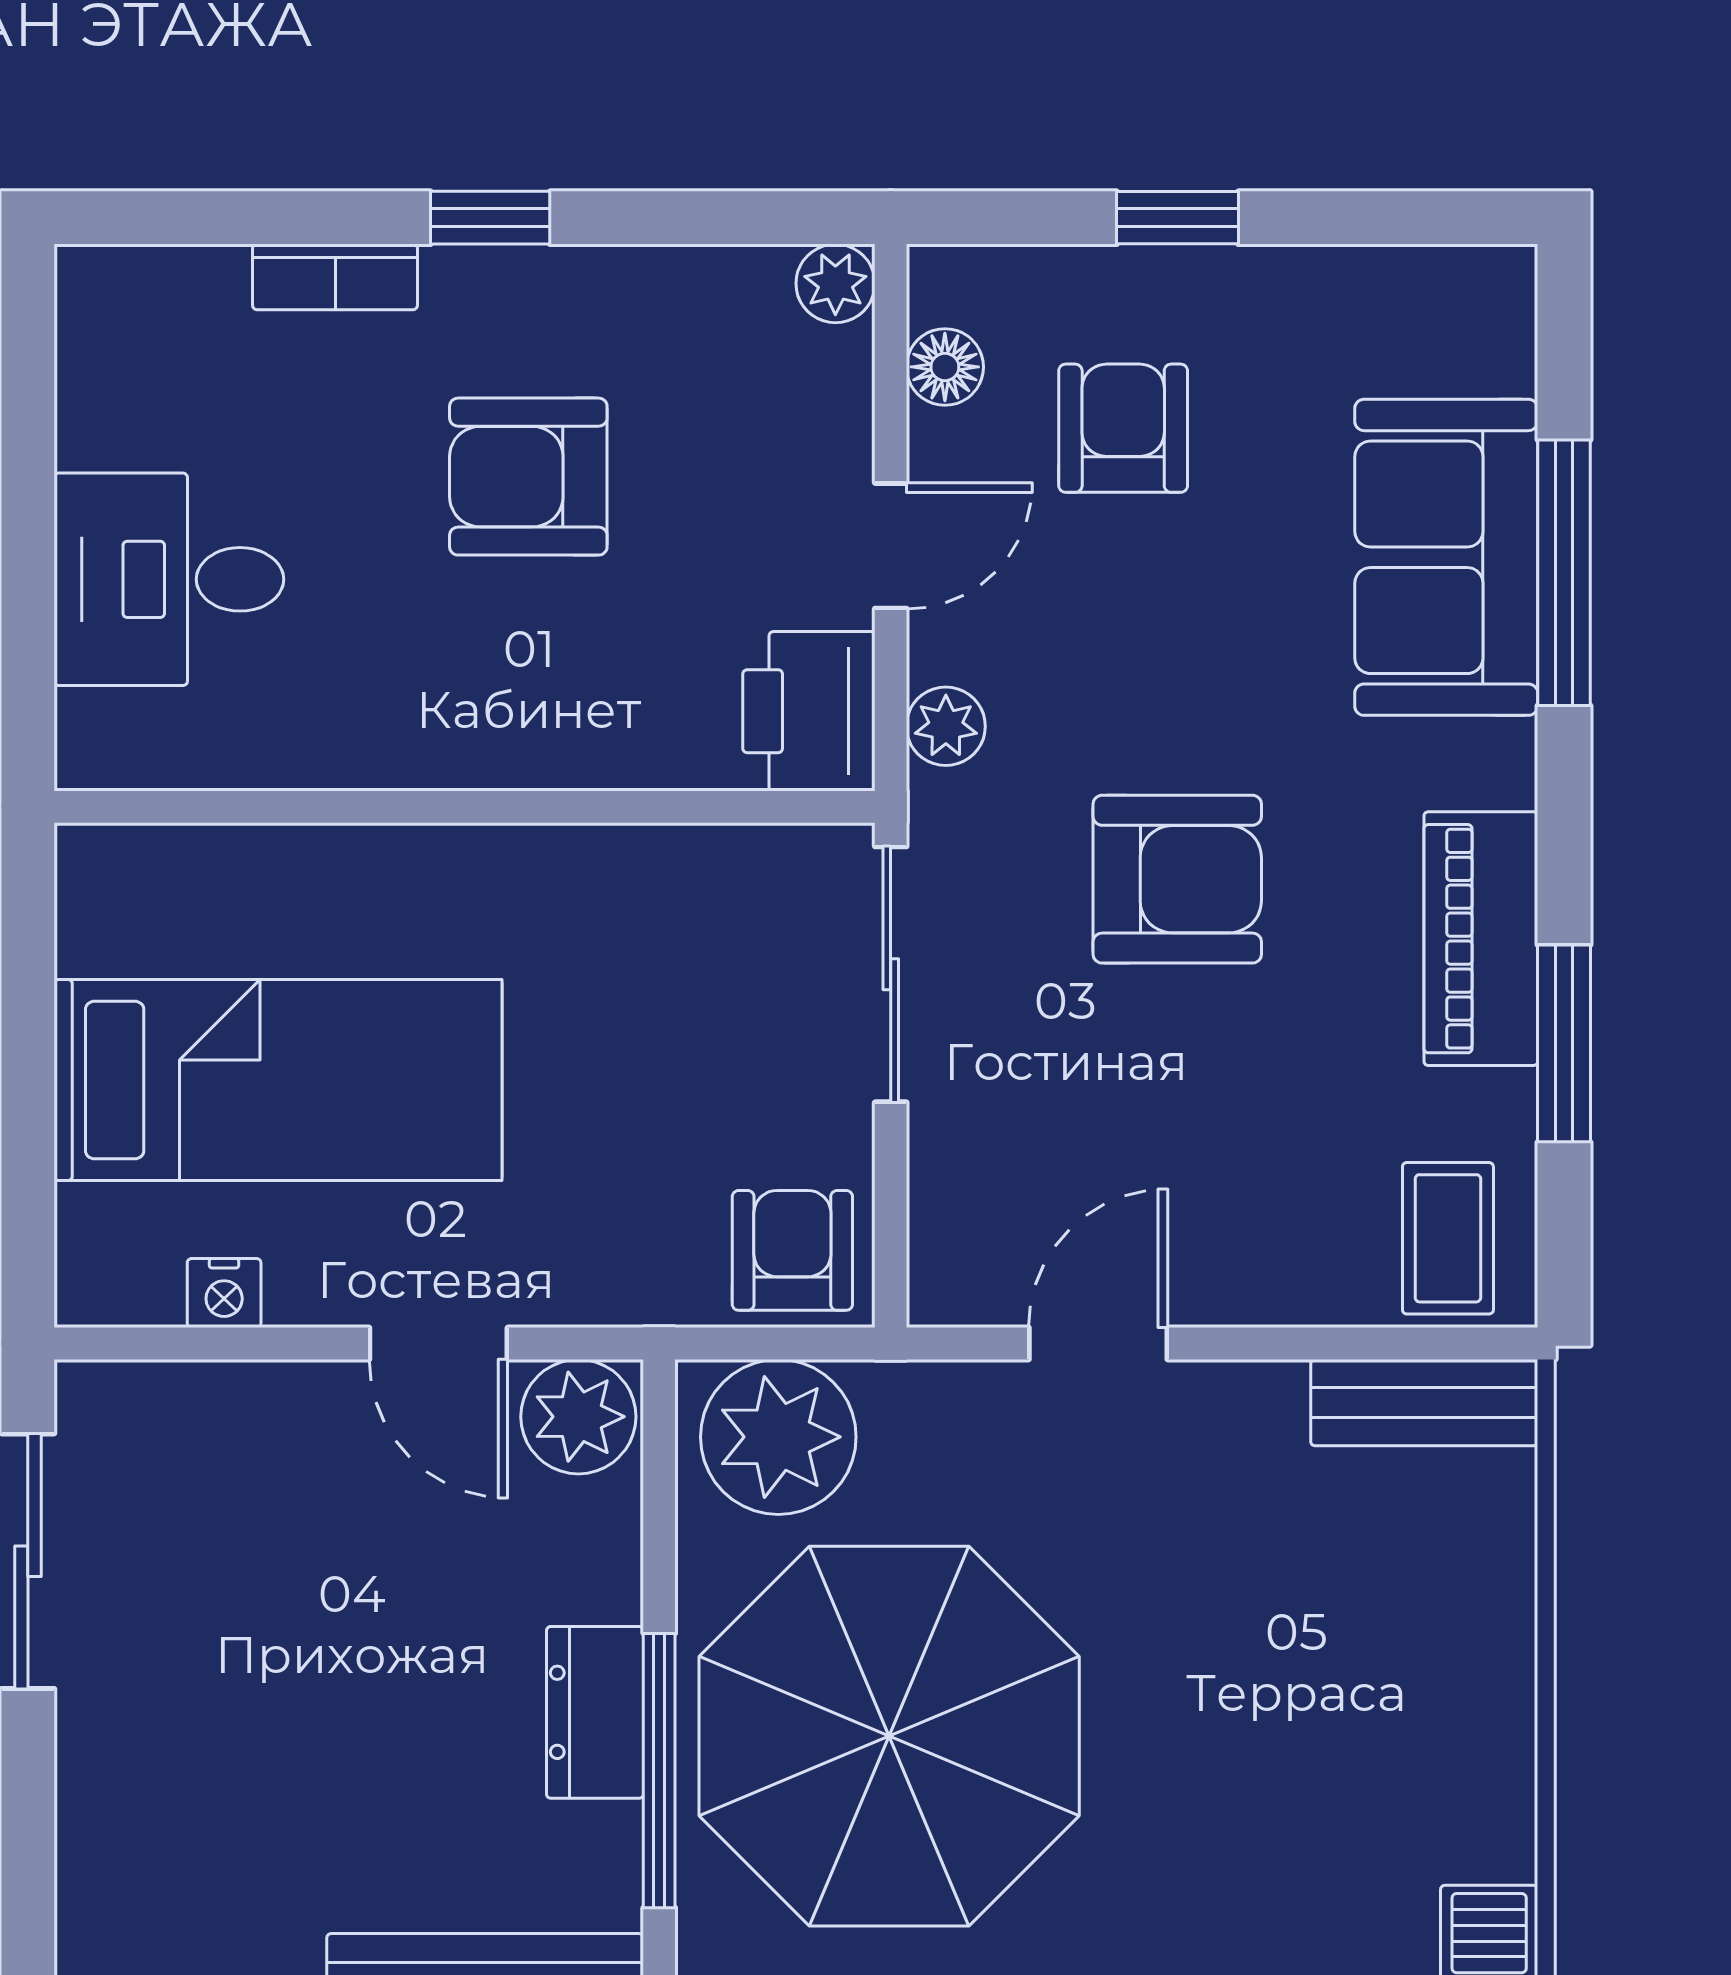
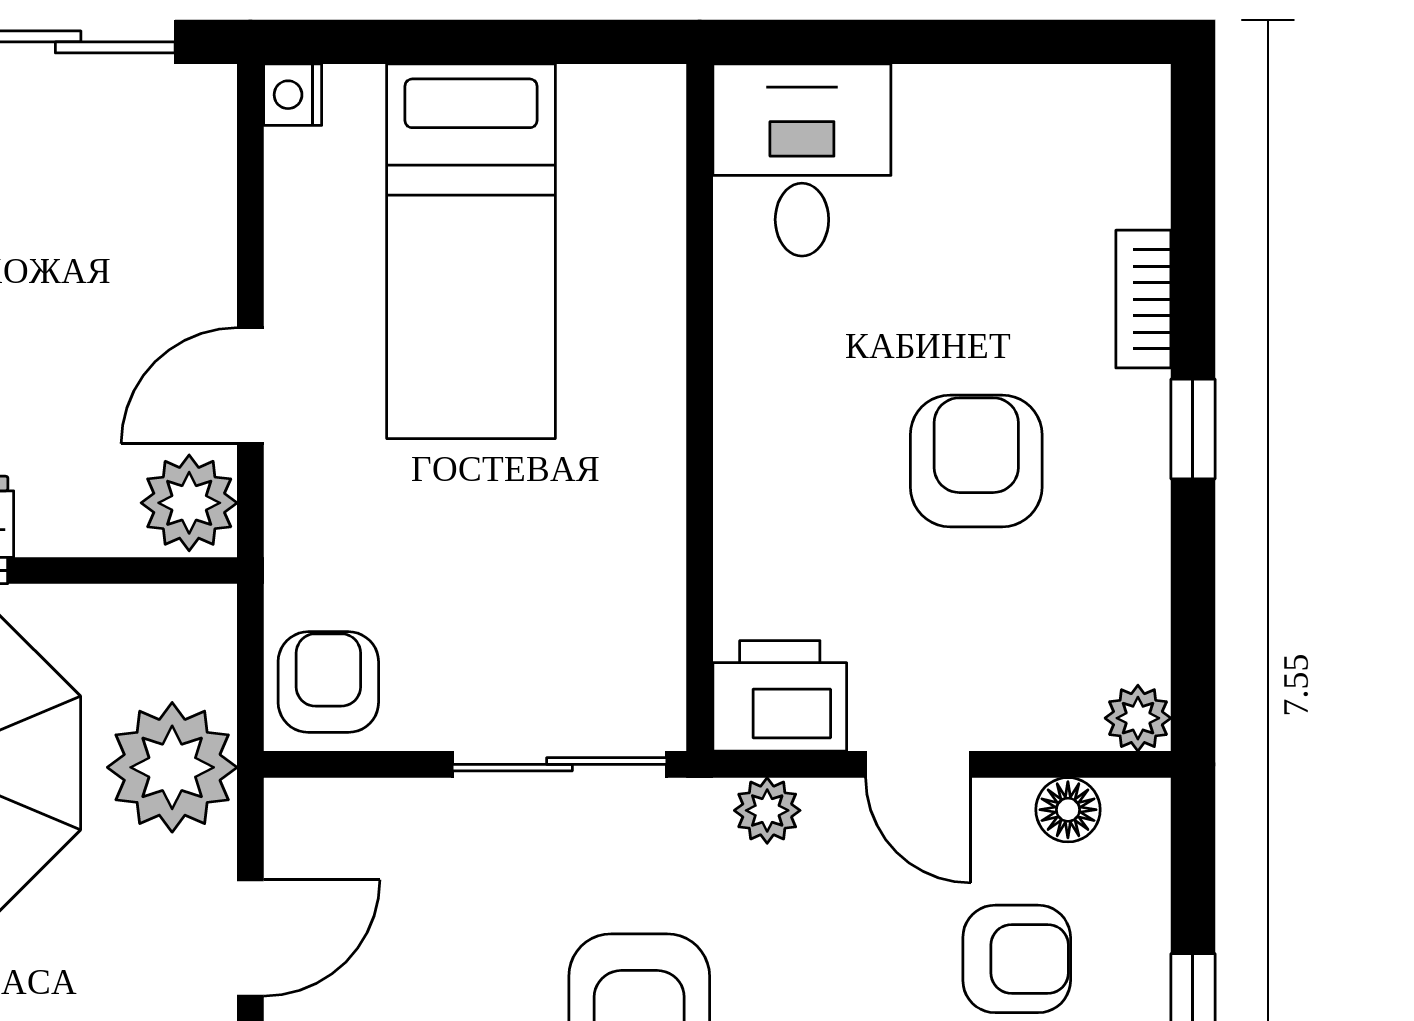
desk: (169, 579) -> (802, 160), moved
armchair: (792, 1250) -> (328, 682), turned -90
nightstand: (224, 1293) -> (293, 95), moved
door: (1098, 1343) -> (250, 938), hinge flipped
plant: (778, 1437) -> (172, 767), moved

